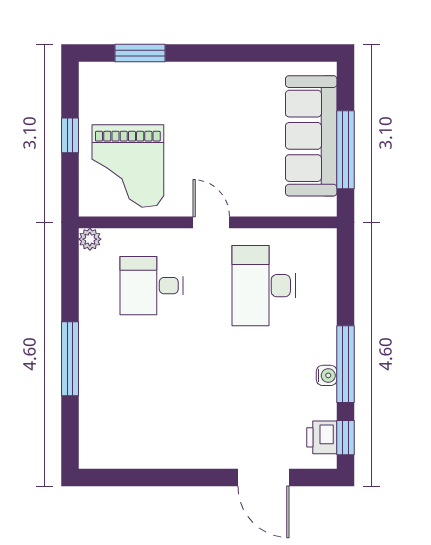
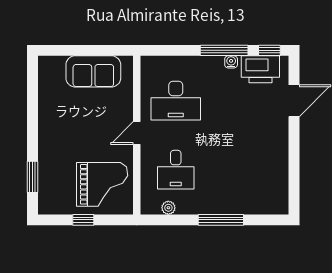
sofa: (311, 136) -> (93, 71), width x0.73
window: (345, 150) -> (92, 50), removed
plant: (90, 239) -> (168, 208), moved
printer: (322, 437) -> (260, 69), width x1.87, depth x1.48

